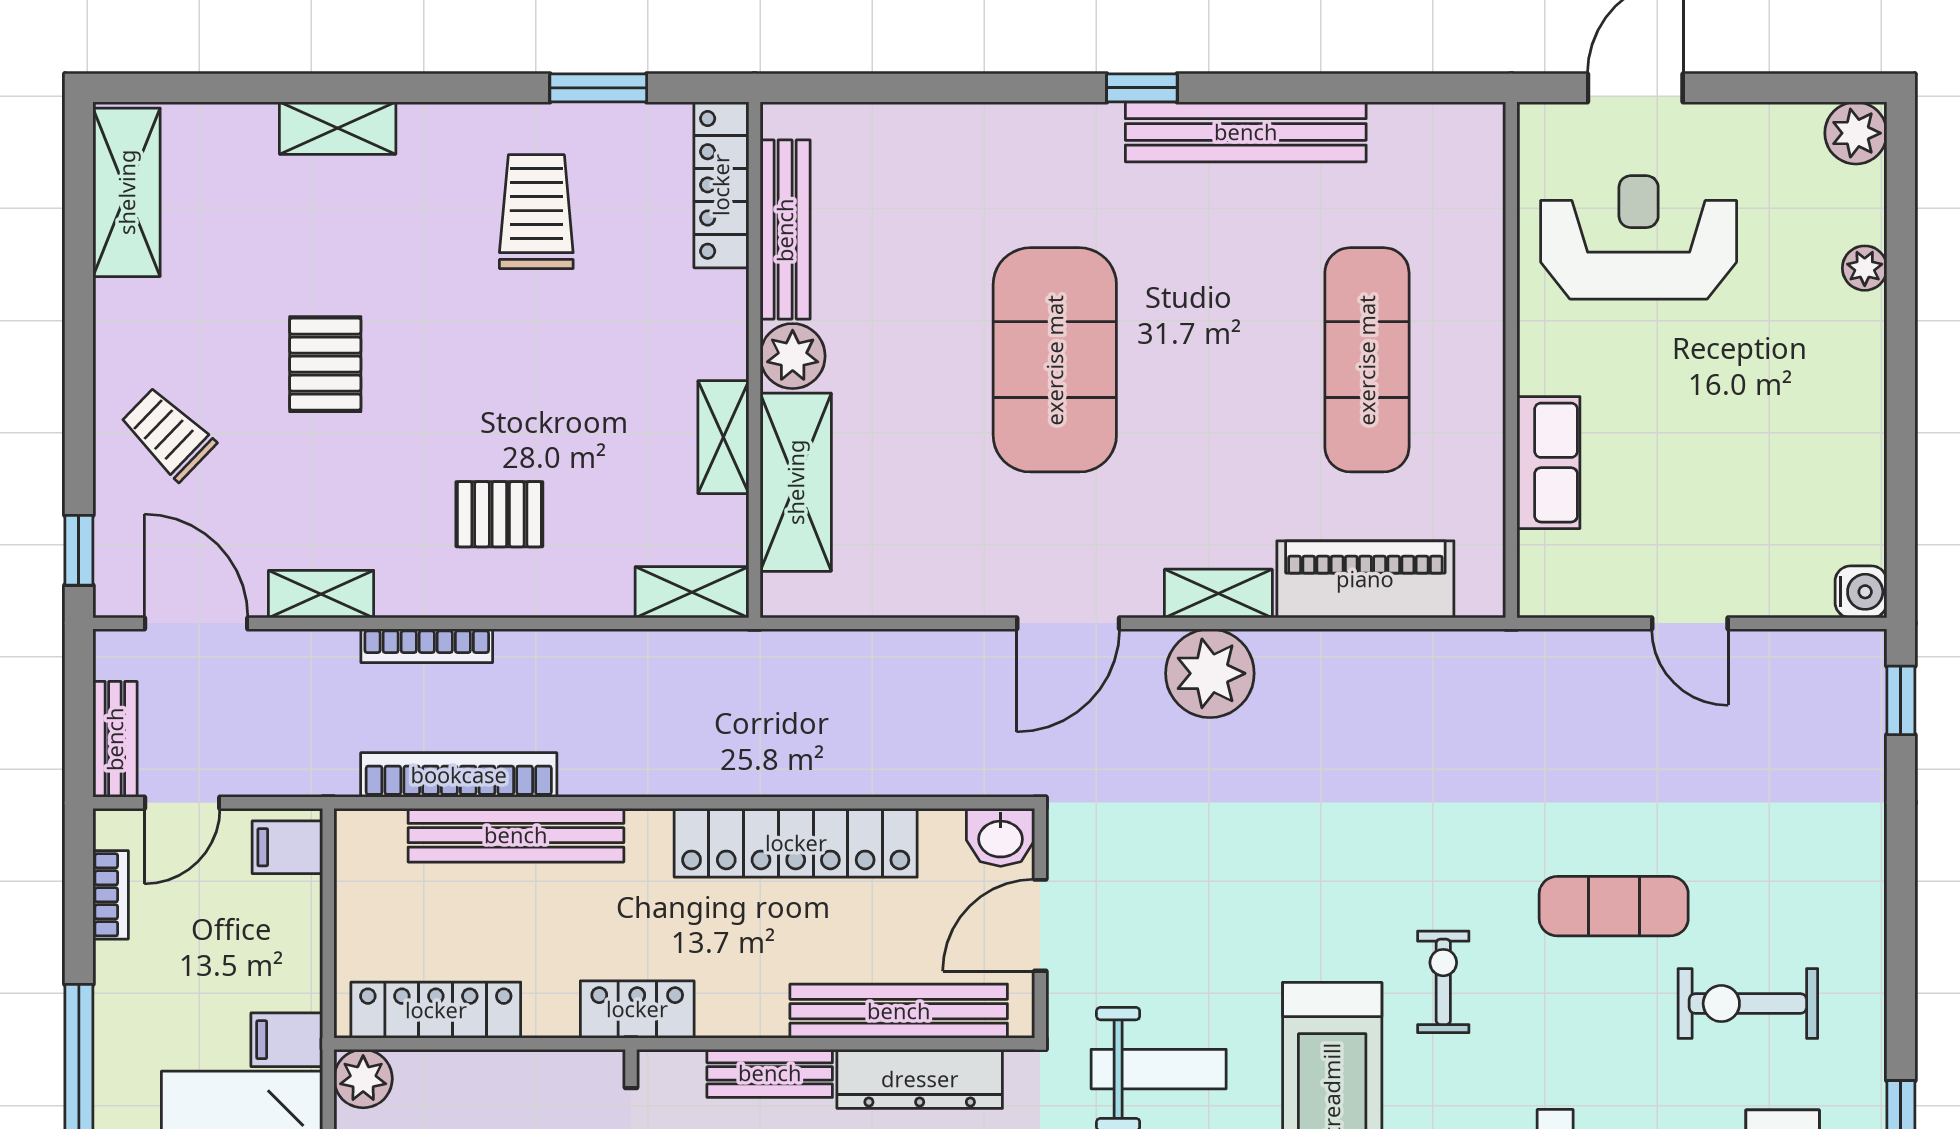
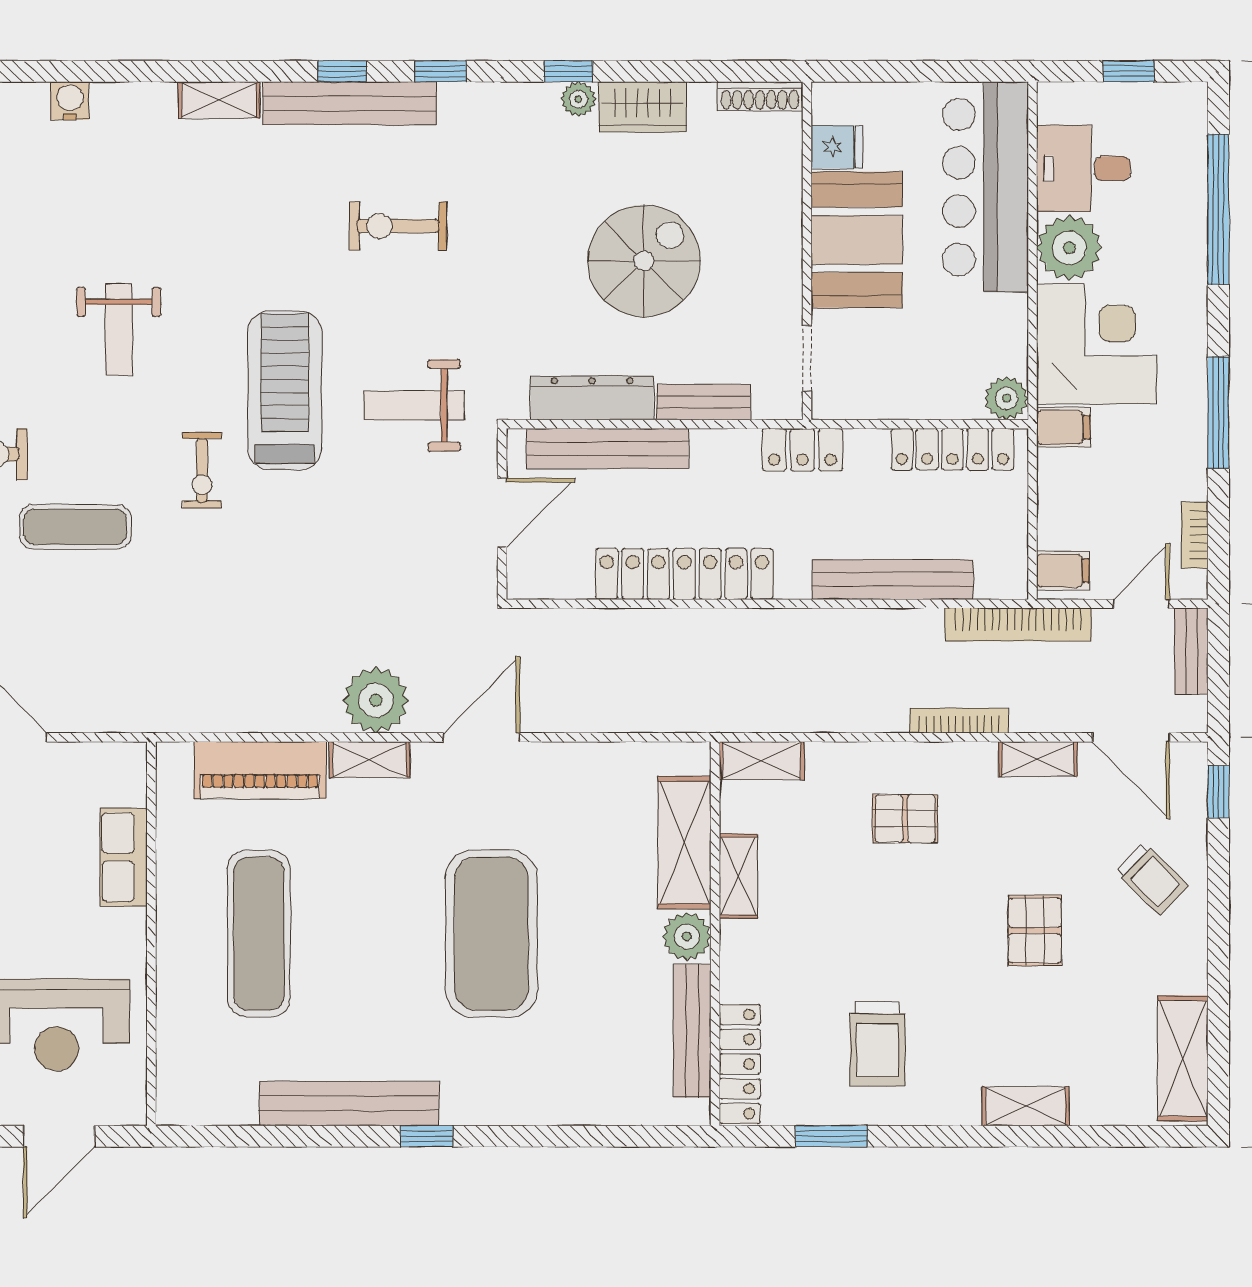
bookcase: (459, 775) -> (1018, 624), moved
washbasin: (1001, 837) -> (532, 578), removed

